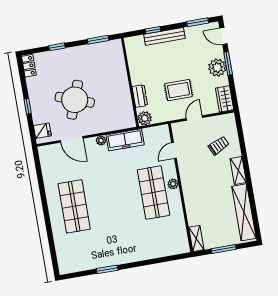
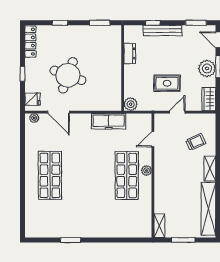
locker: (29, 66) -> (30, 42), width x1.53
dresser: (140, 96) -> (130, 53), moved
plant: (101, 141) -> (34, 118), moved

